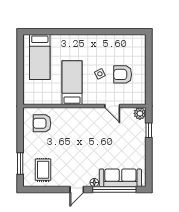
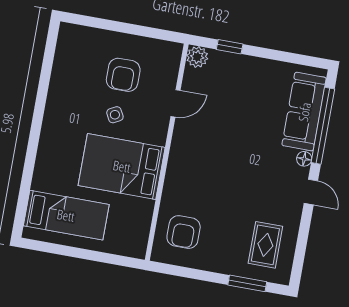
bed: (72, 83) -> (122, 166), width x1.50
rug: (43, 170) -> (265, 245), turned 90

